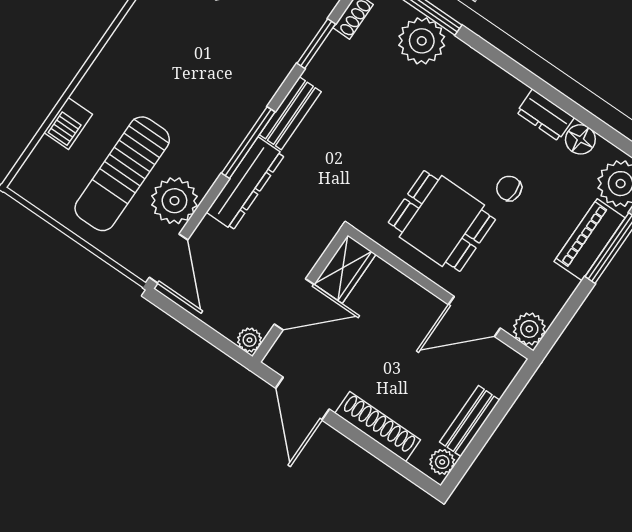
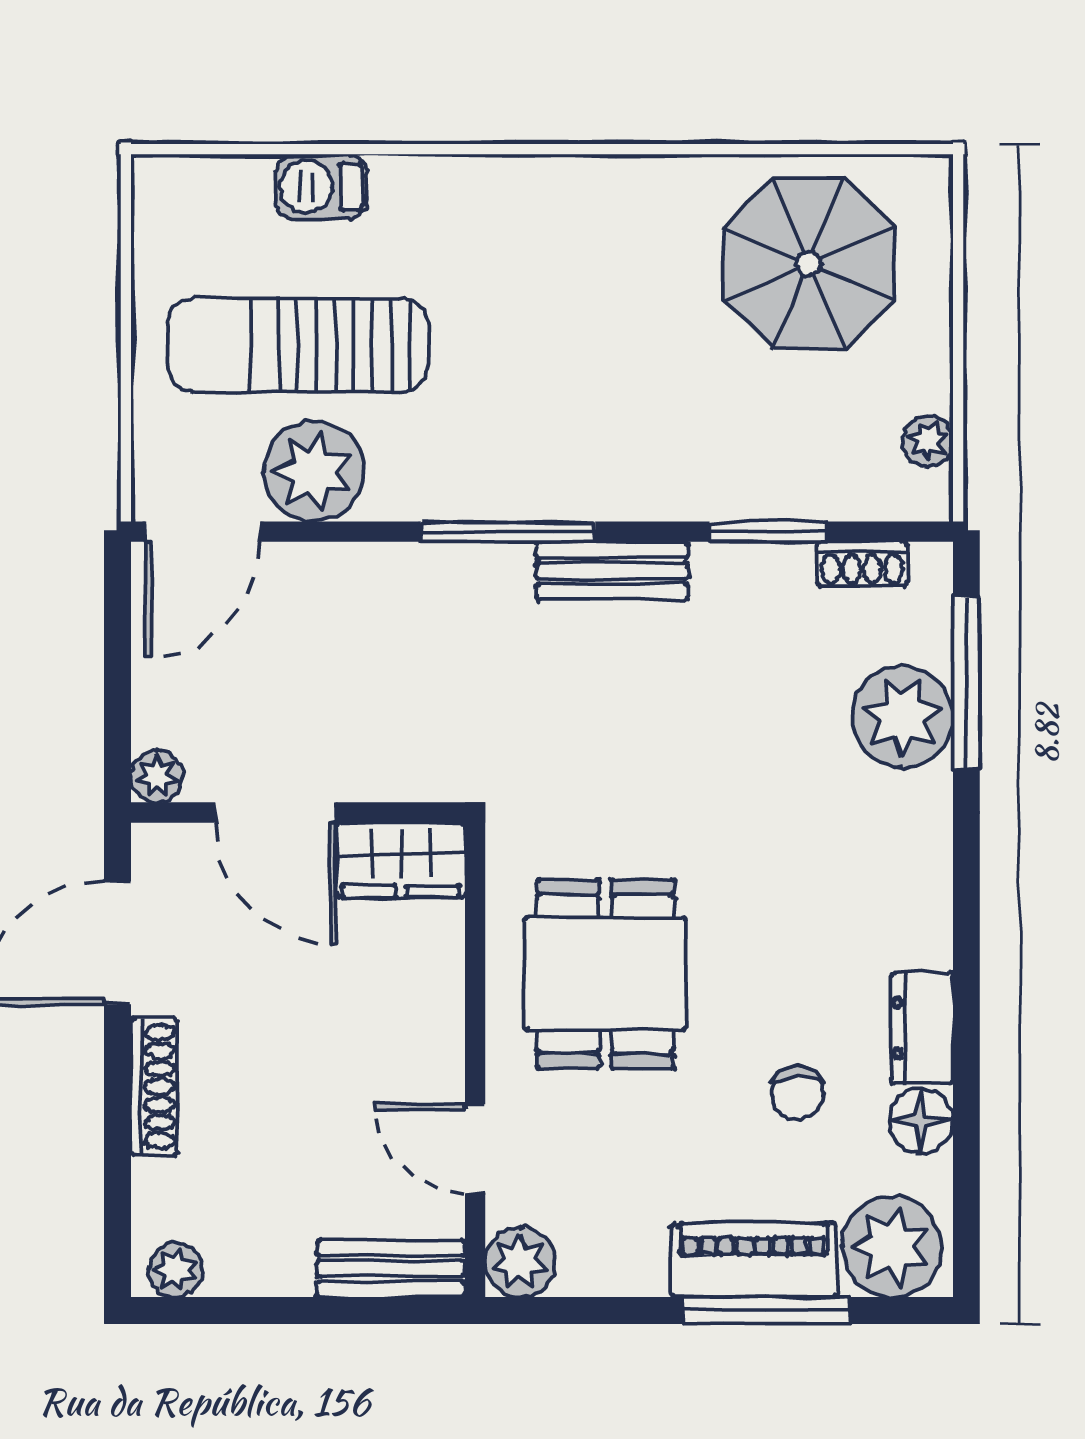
dresser: (245, 184) -> (431, 577), removed
chair: (509, 188) -> (797, 1093), moved, turned 180
door: (474, 316) -> (475, 1149), width x0.73
bench: (470, 421) -> (391, 1269), moved
shoe rack: (378, 427) -> (154, 1087), width x0.74, depth x0.81

